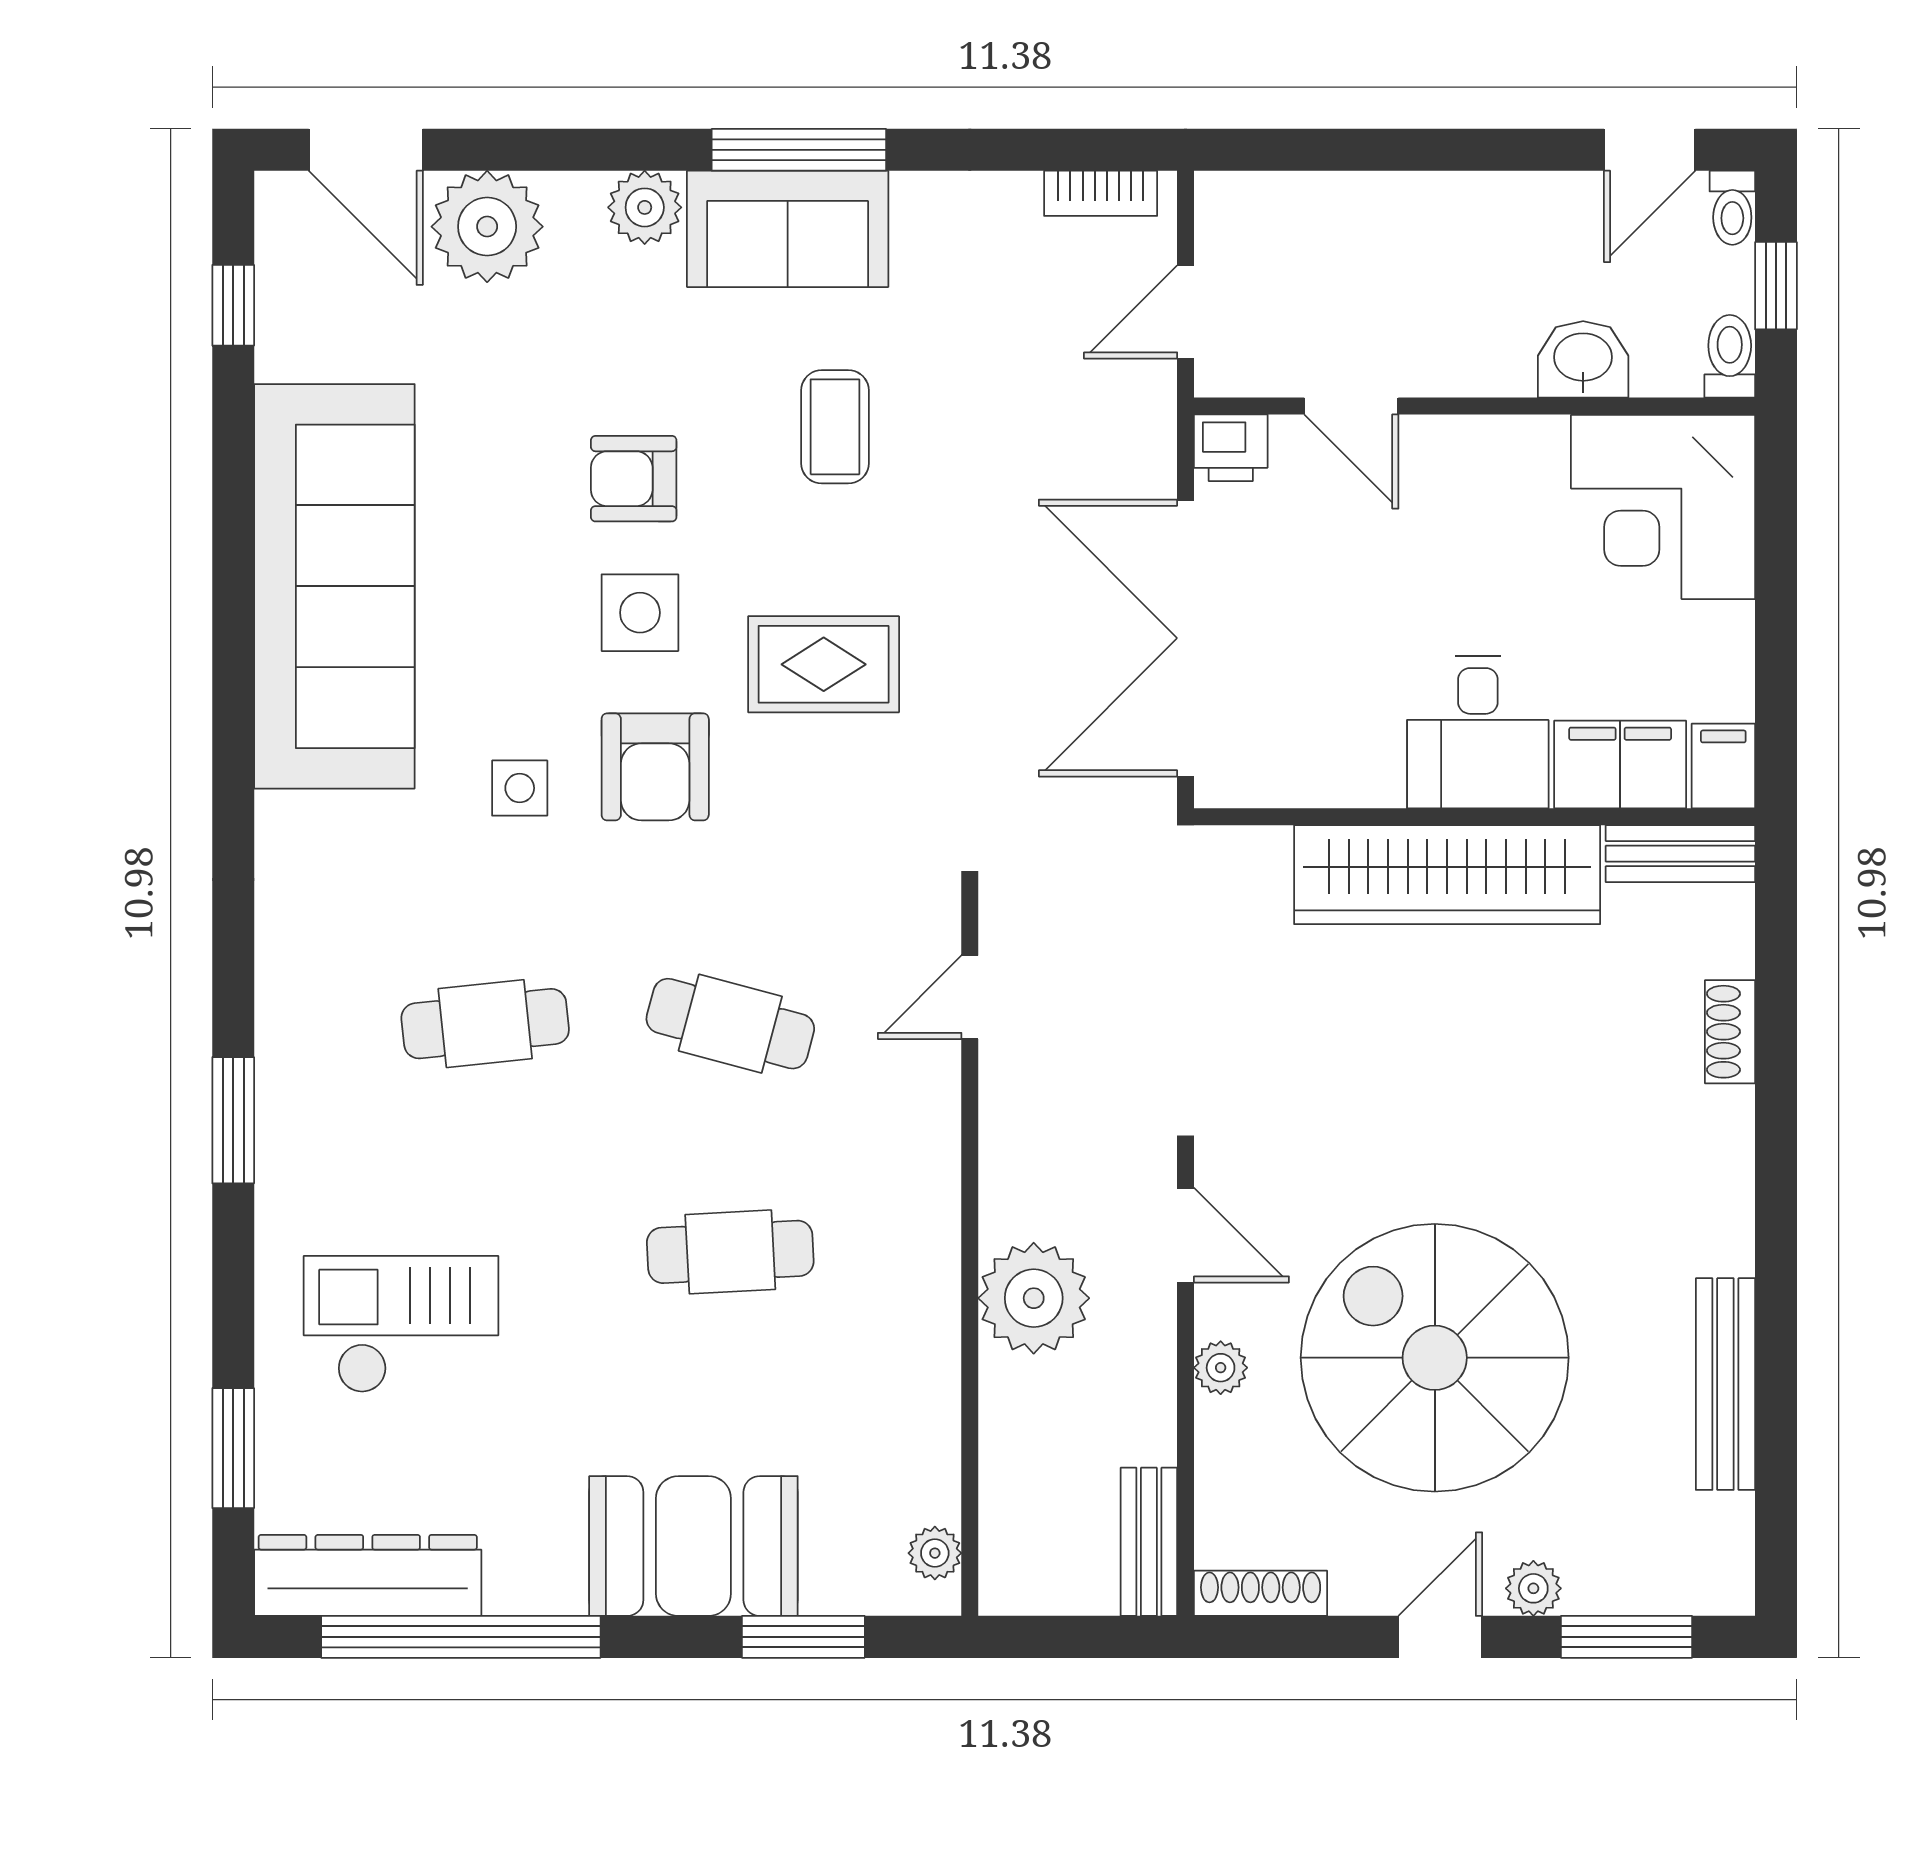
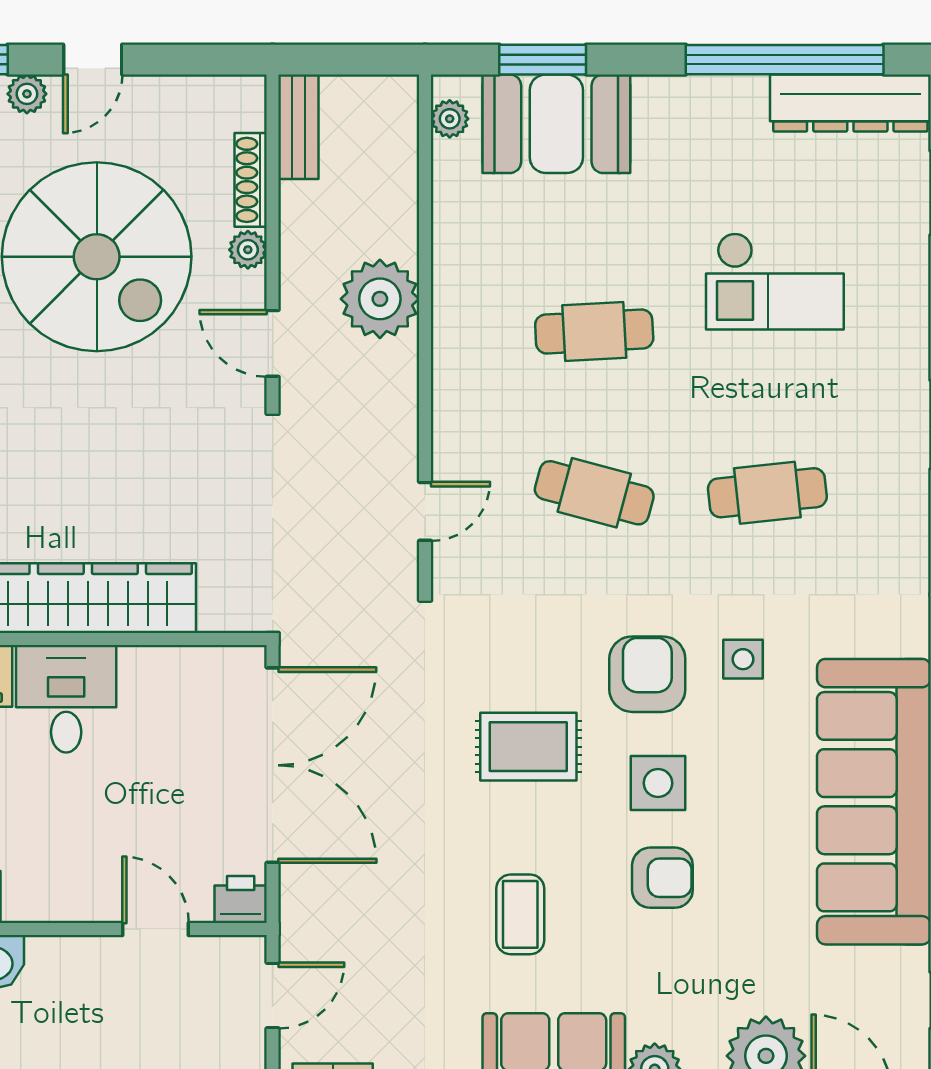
checkout: (401, 1324) -> (775, 281), moved
booth: (693, 1546) -> (556, 124), moved
shoe rack: (1261, 1593) -> (251, 180), moved, turned 90

